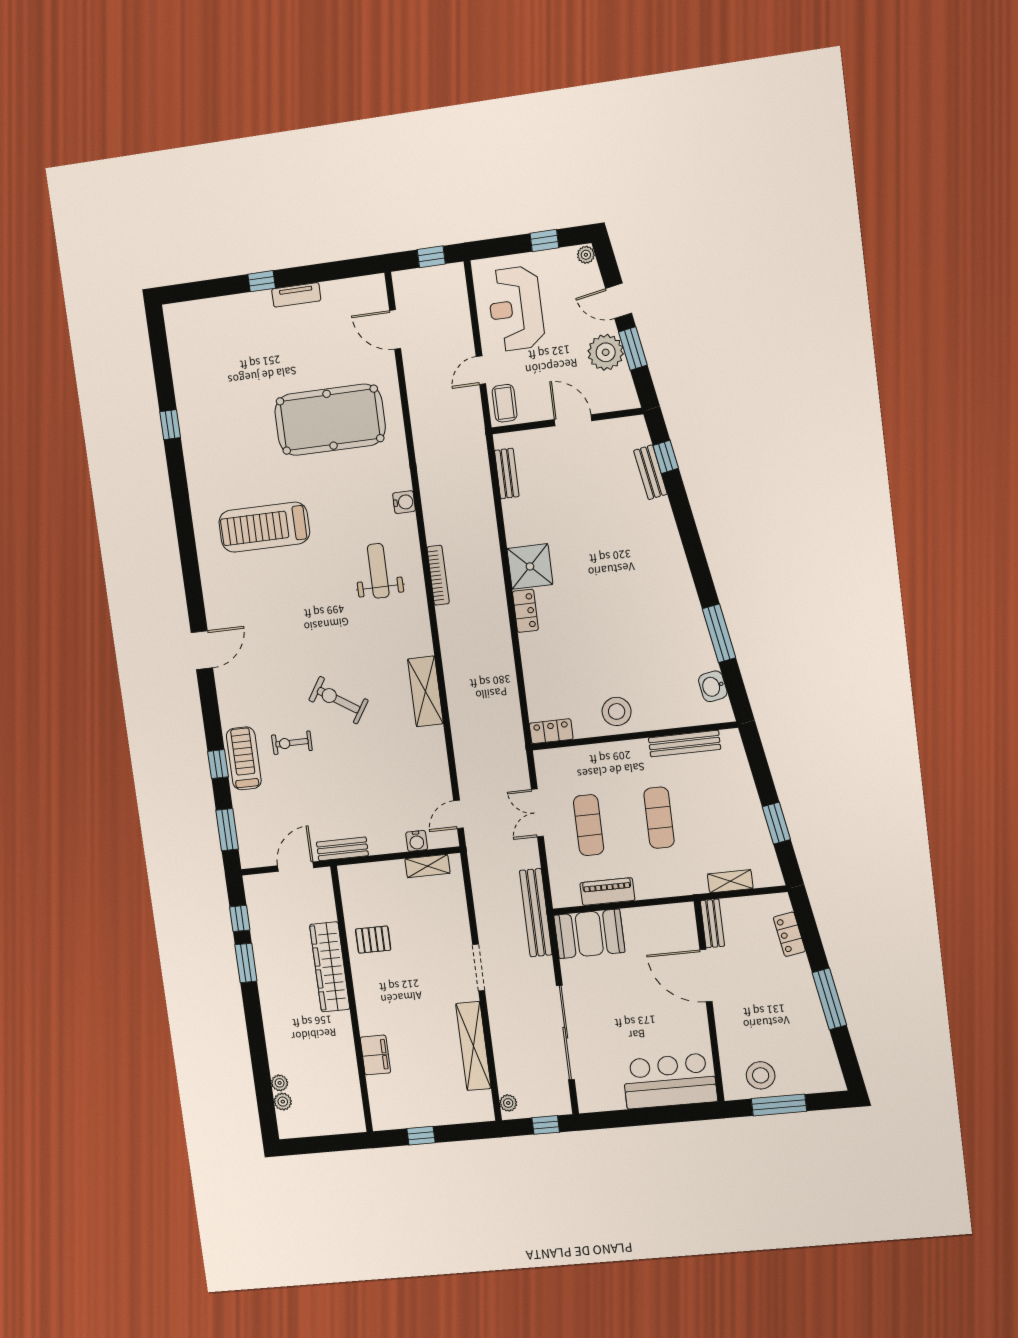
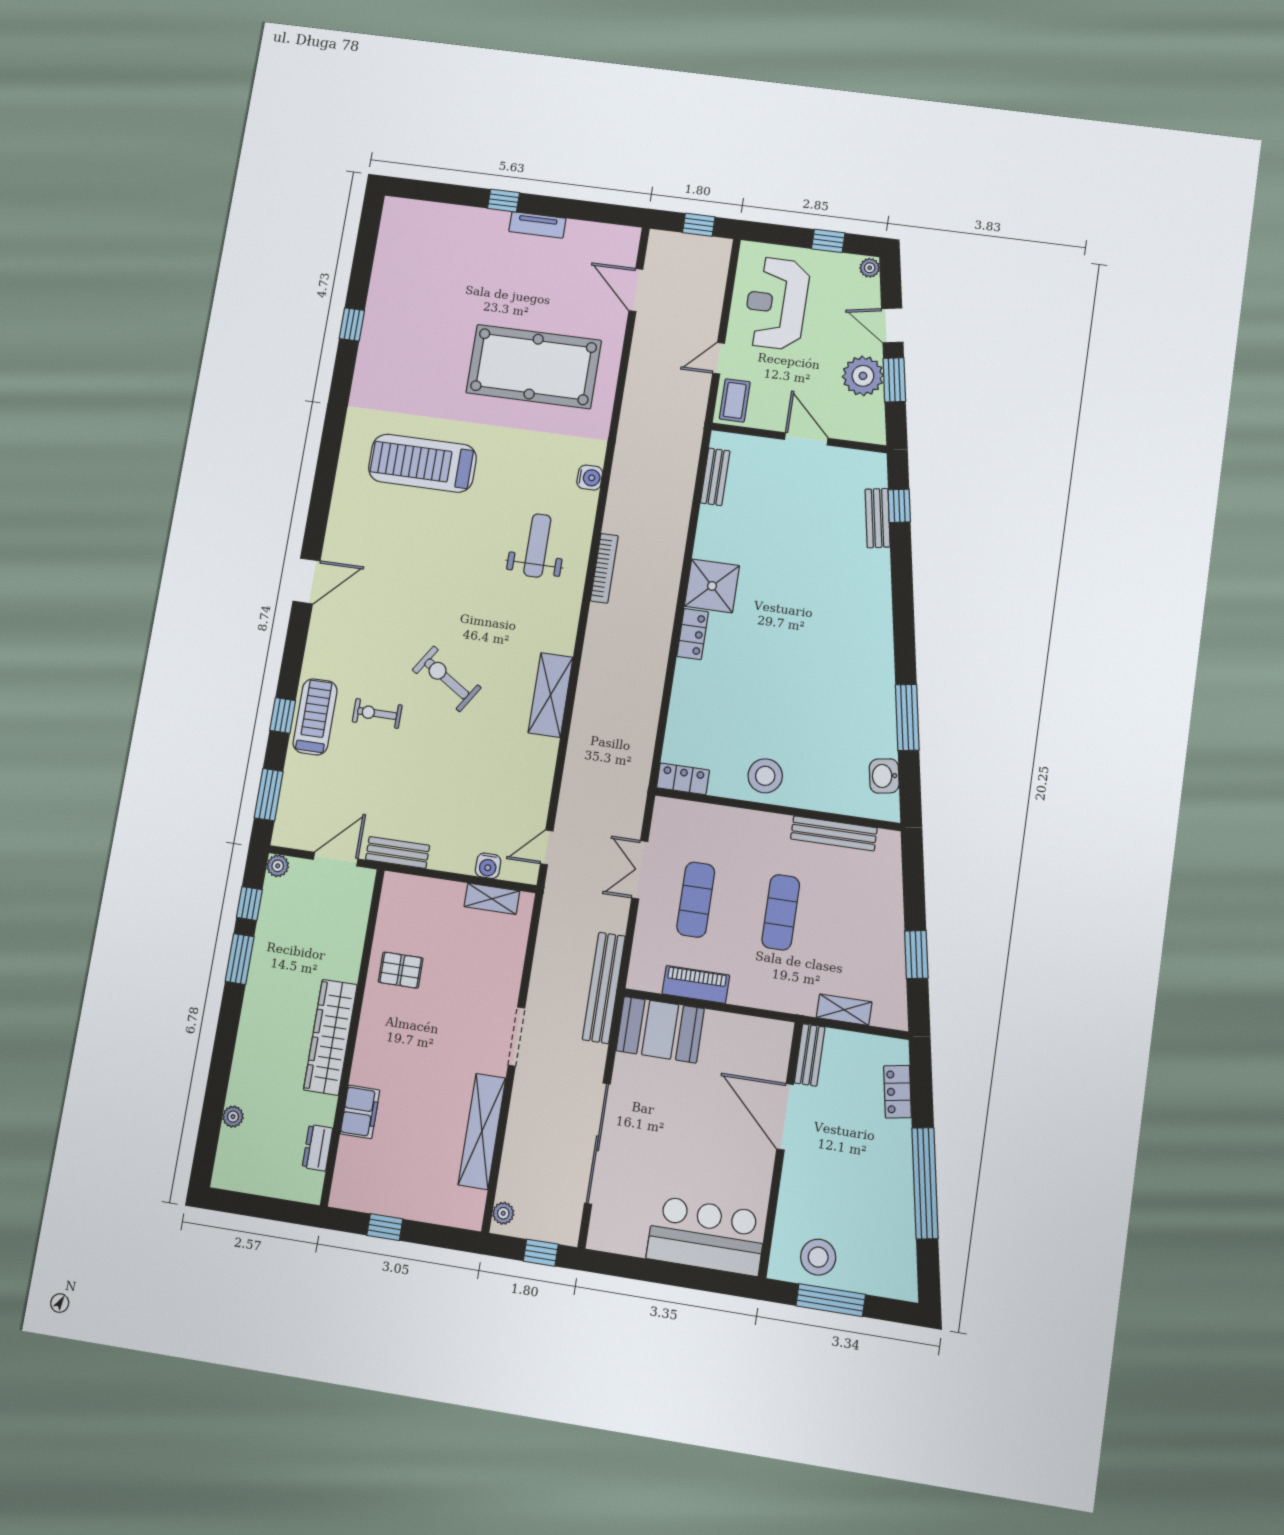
wardrobe: (330, 967) -> (330, 1037), moved
window: (829, 999) -> (925, 1183), width x1.46
dresser: (351, 1090) -> (317, 1148), added
plant: (283, 1102) -> (278, 866), moved

